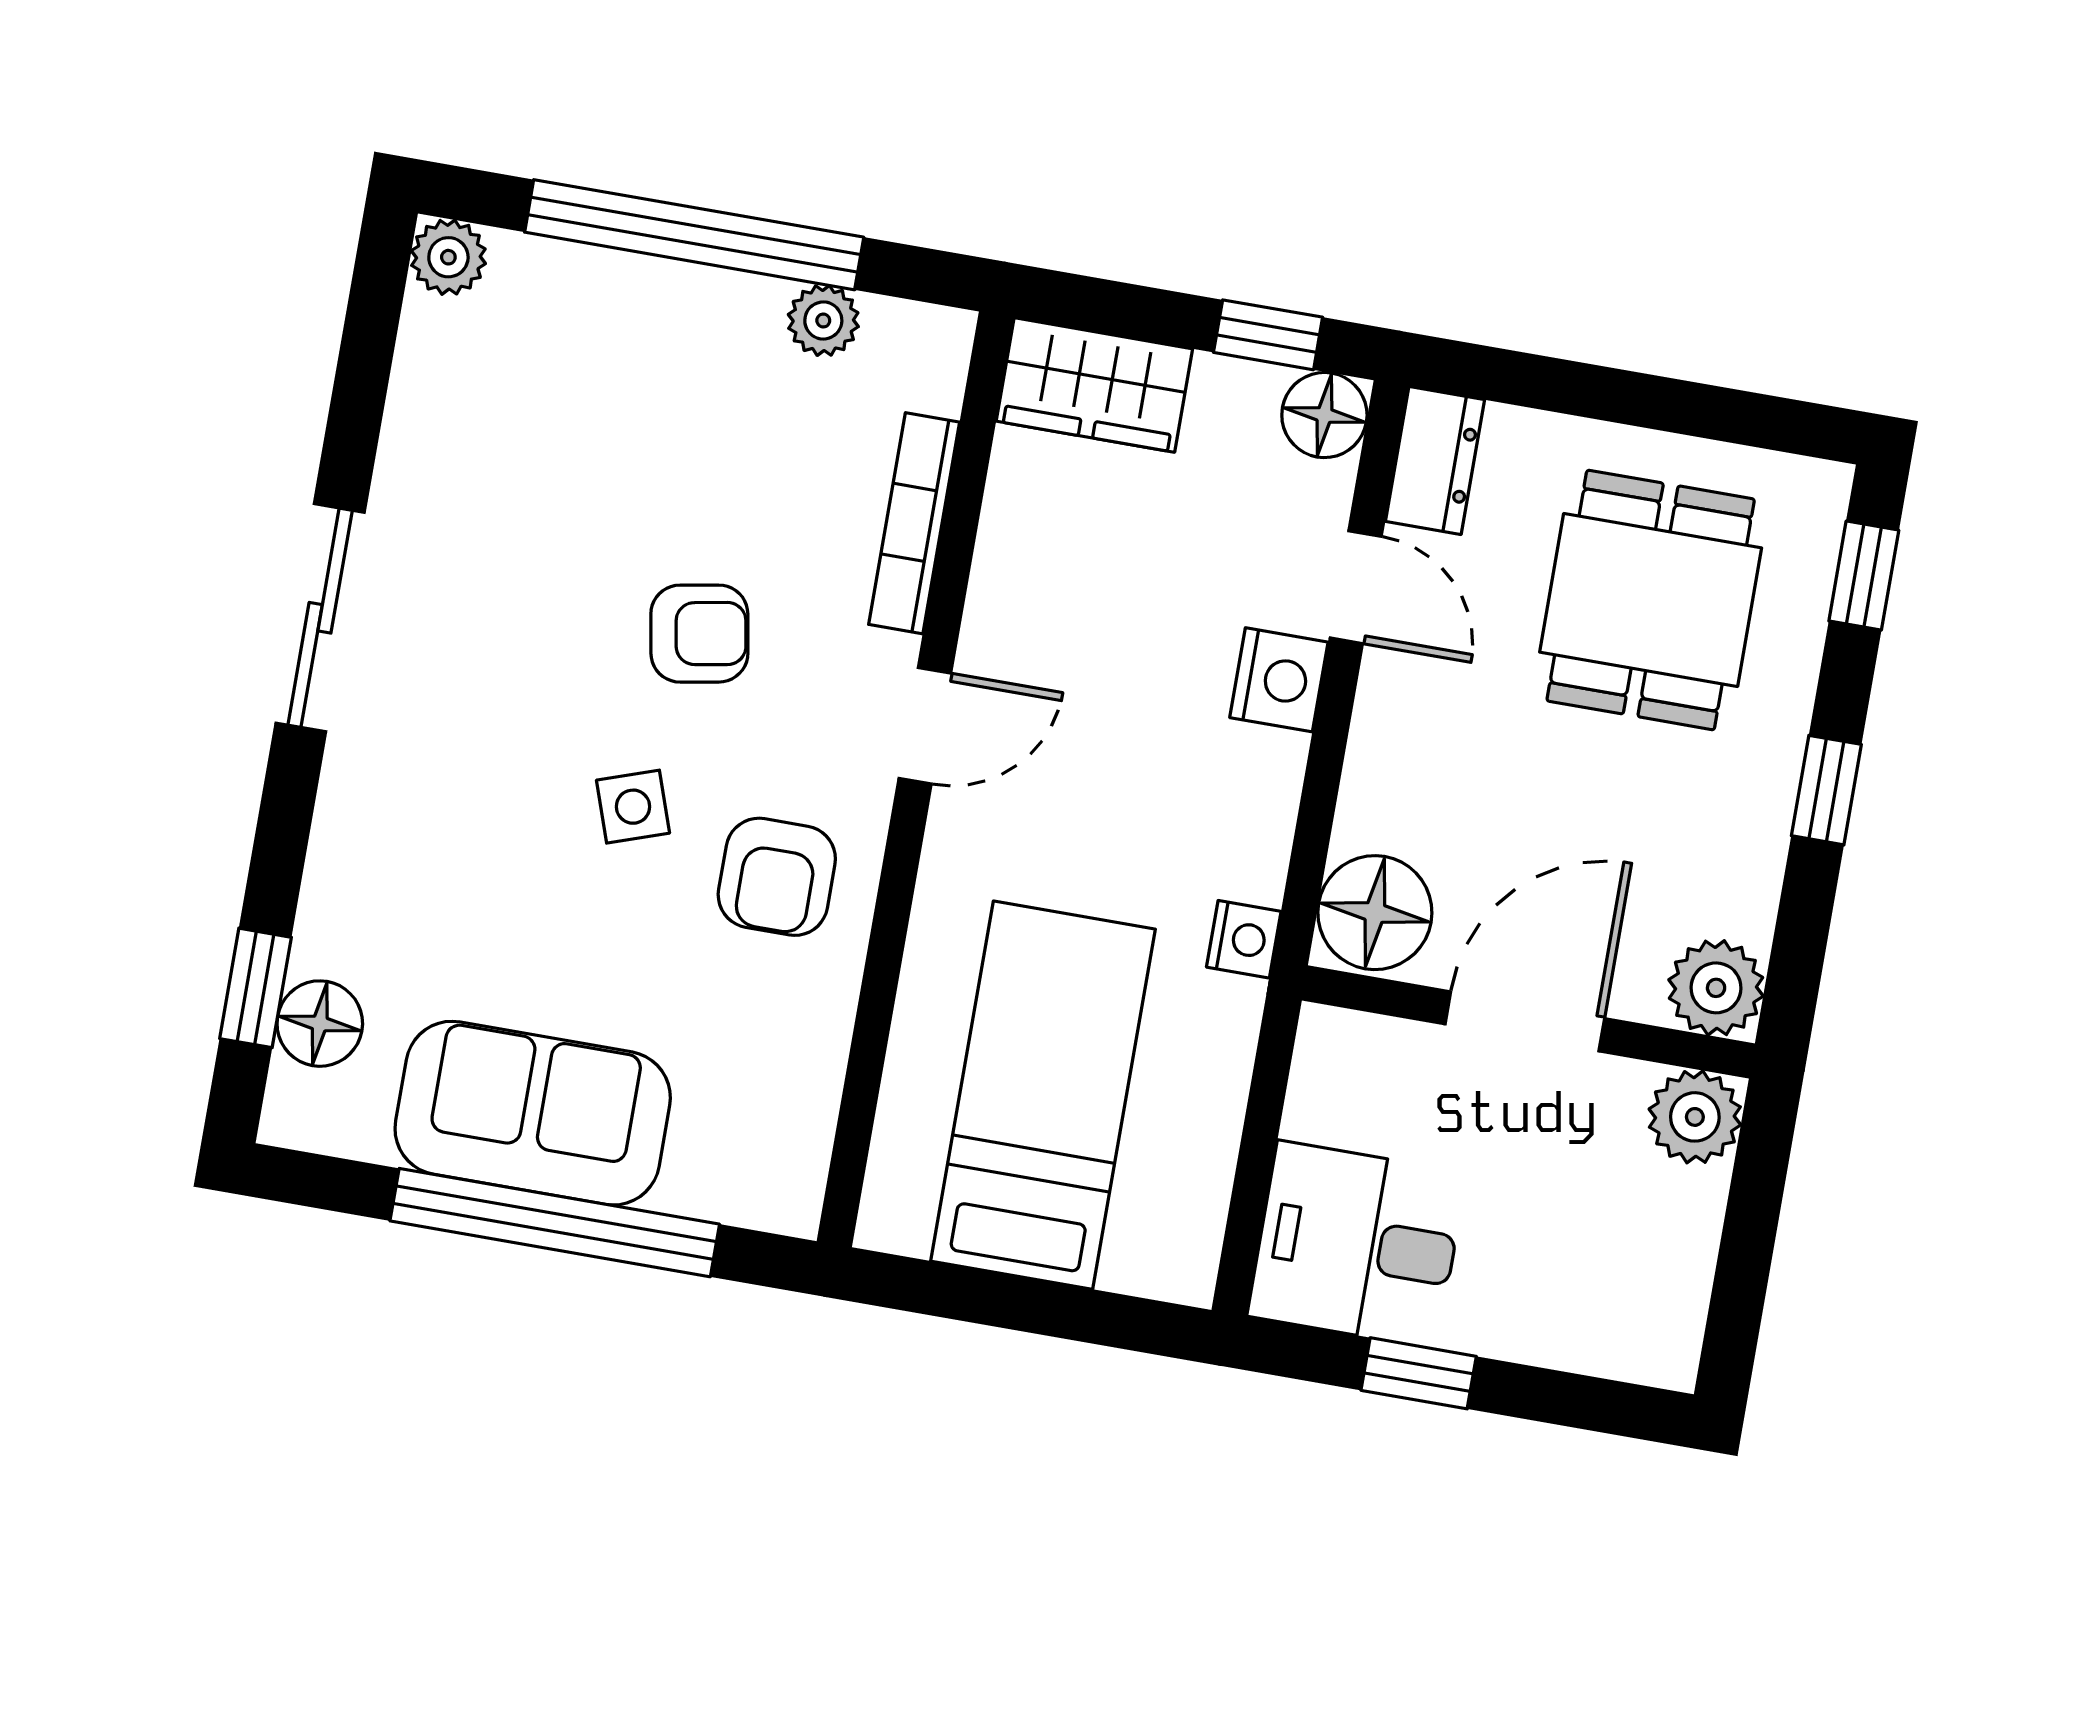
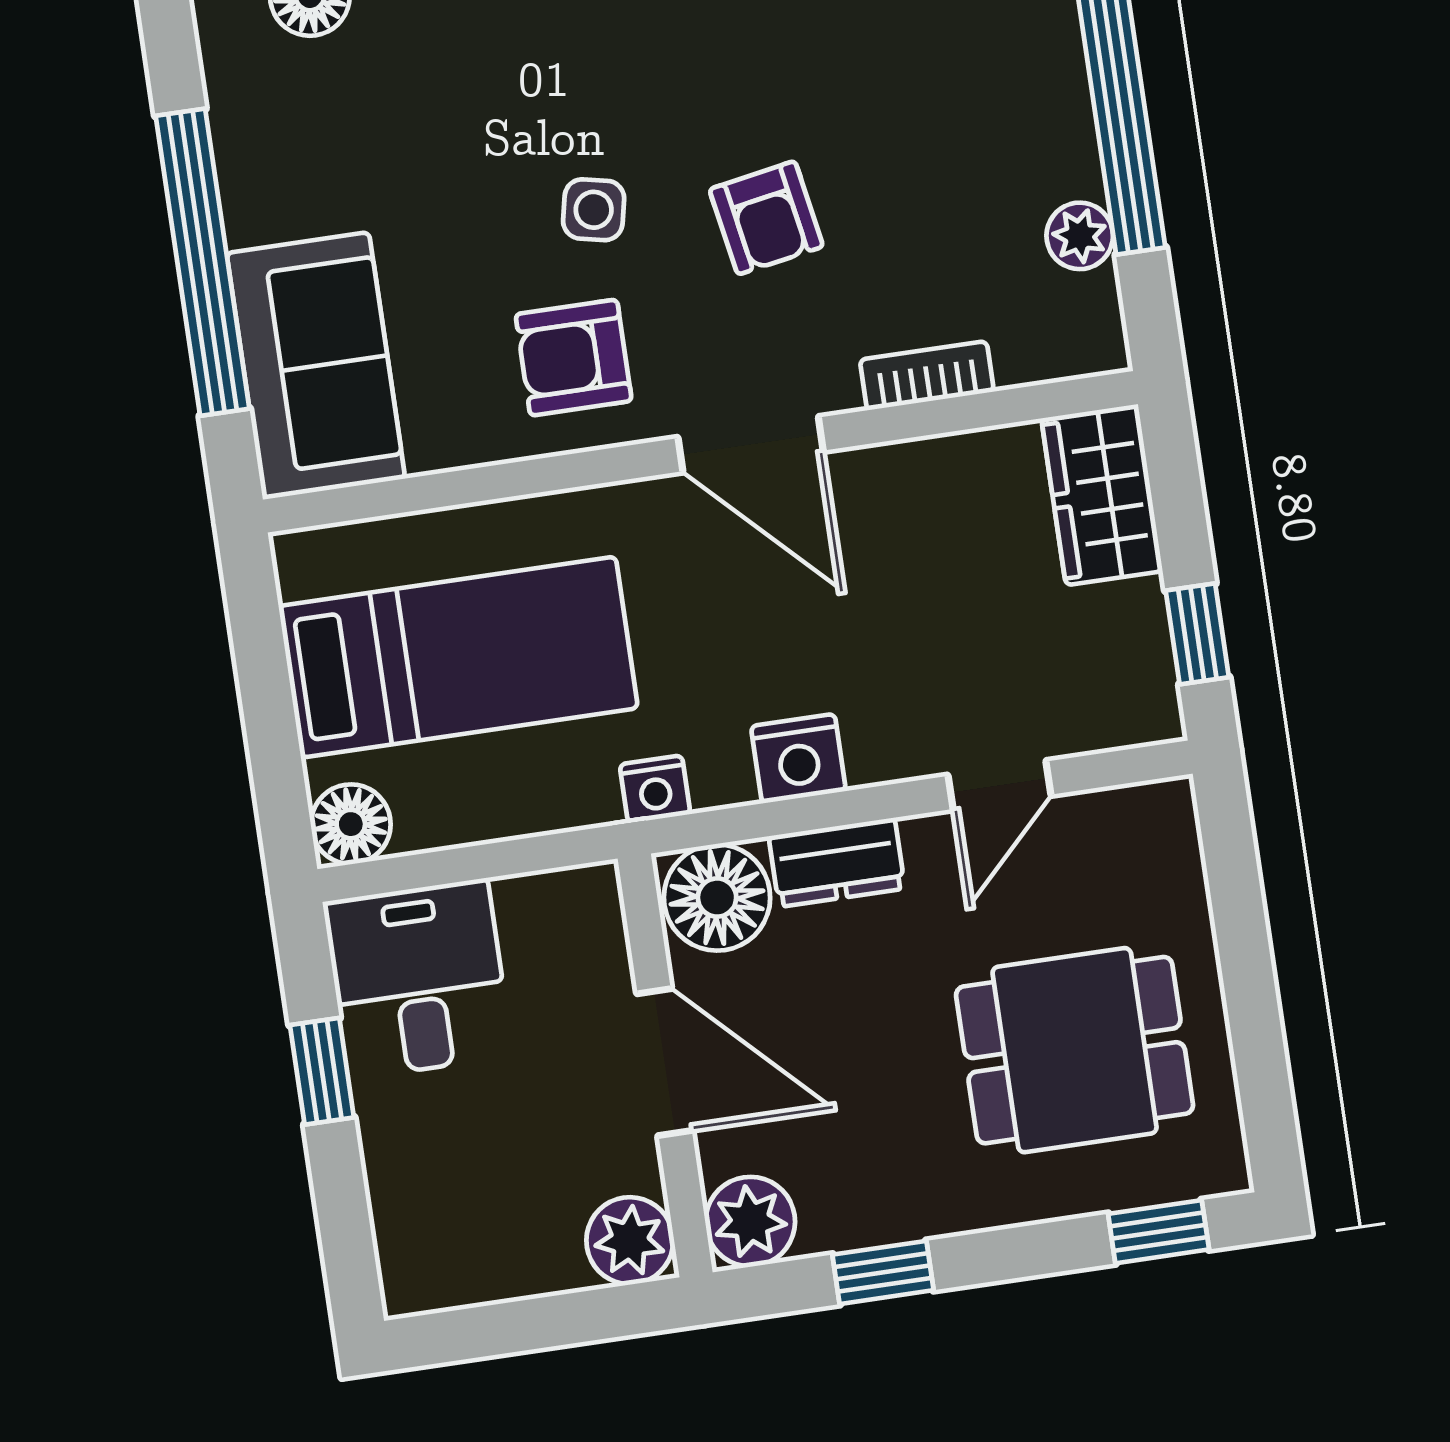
floor lamp: (1324, 415) -> (351, 824), moved
dresser: (1435, 461) -> (837, 862), moved
bookcase: (914, 523) -> (927, 376), width x0.64
nightstand: (1279, 680) -> (798, 759), moved
door: (925, 726) -> (751, 444), width x1.38
window: (1826, 790) -> (883, 1272), moved
side table: (633, 807) -> (594, 210), turned 31
sofa: (533, 1113) -> (316, 366), moved

